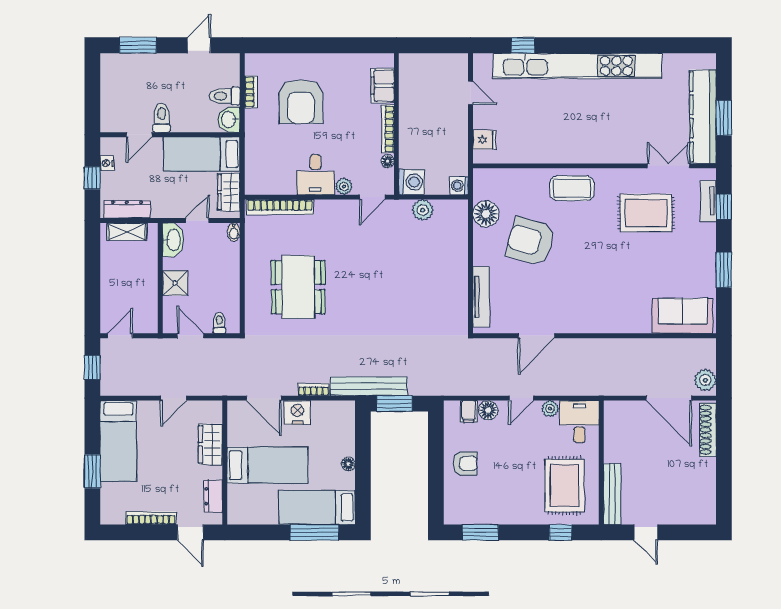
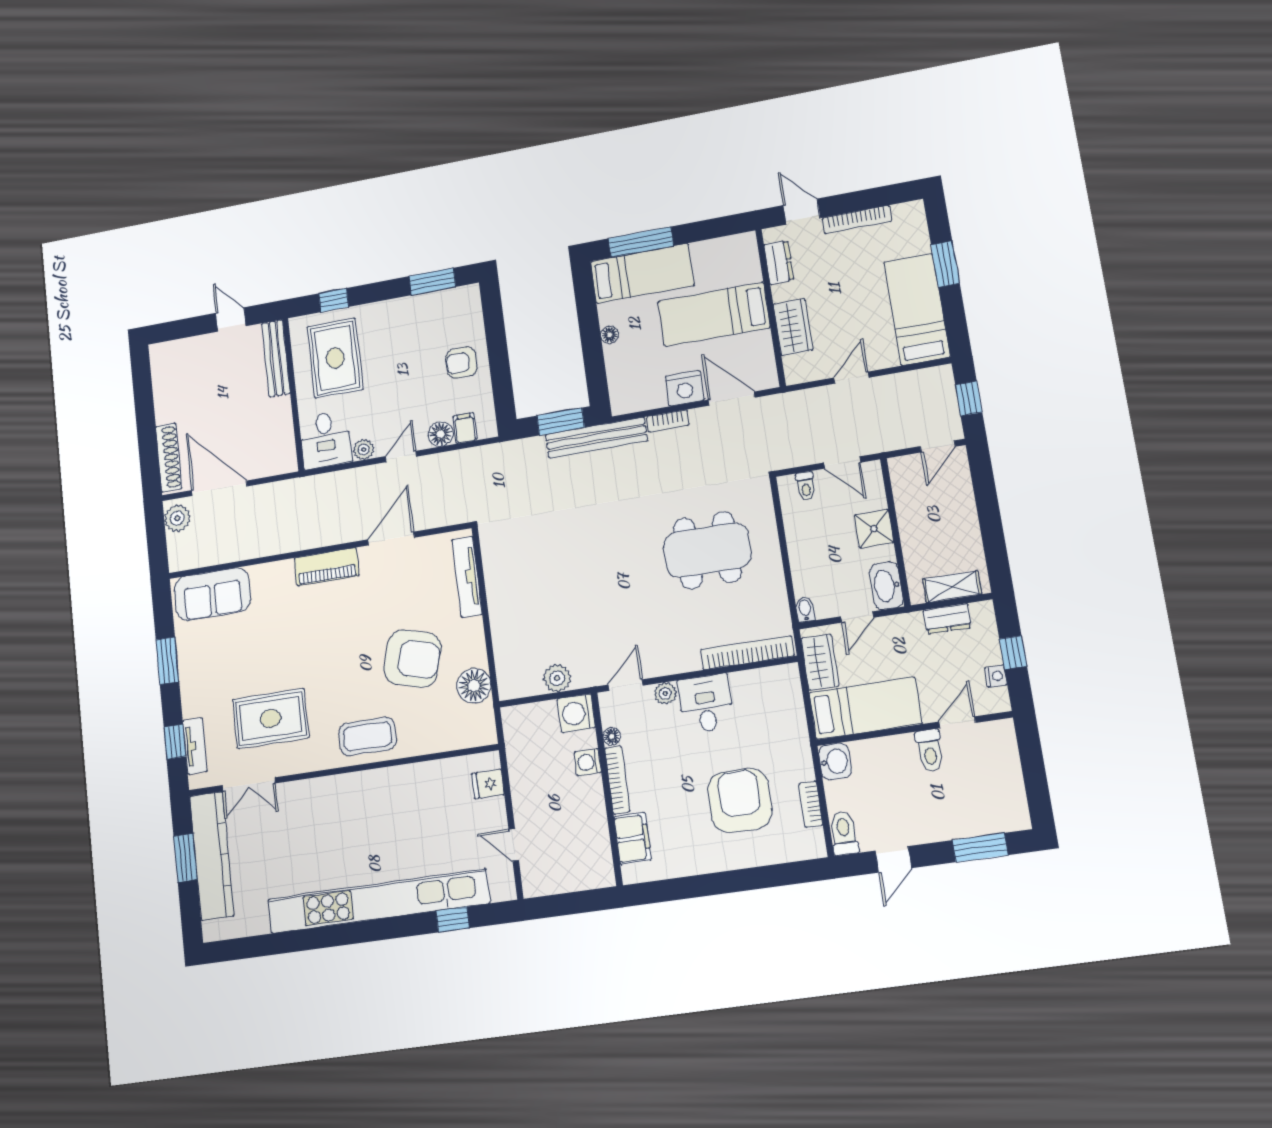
toilet: (225, 96) -> (844, 833), moved, turned -90
washing machine: (459, 186) -> (588, 762), moved, turned 180
dresser: (127, 209) -> (947, 619), width x0.70
dining table: (298, 287) -> (707, 550), turned 90
piano: (589, 322) -> (327, 567), added

